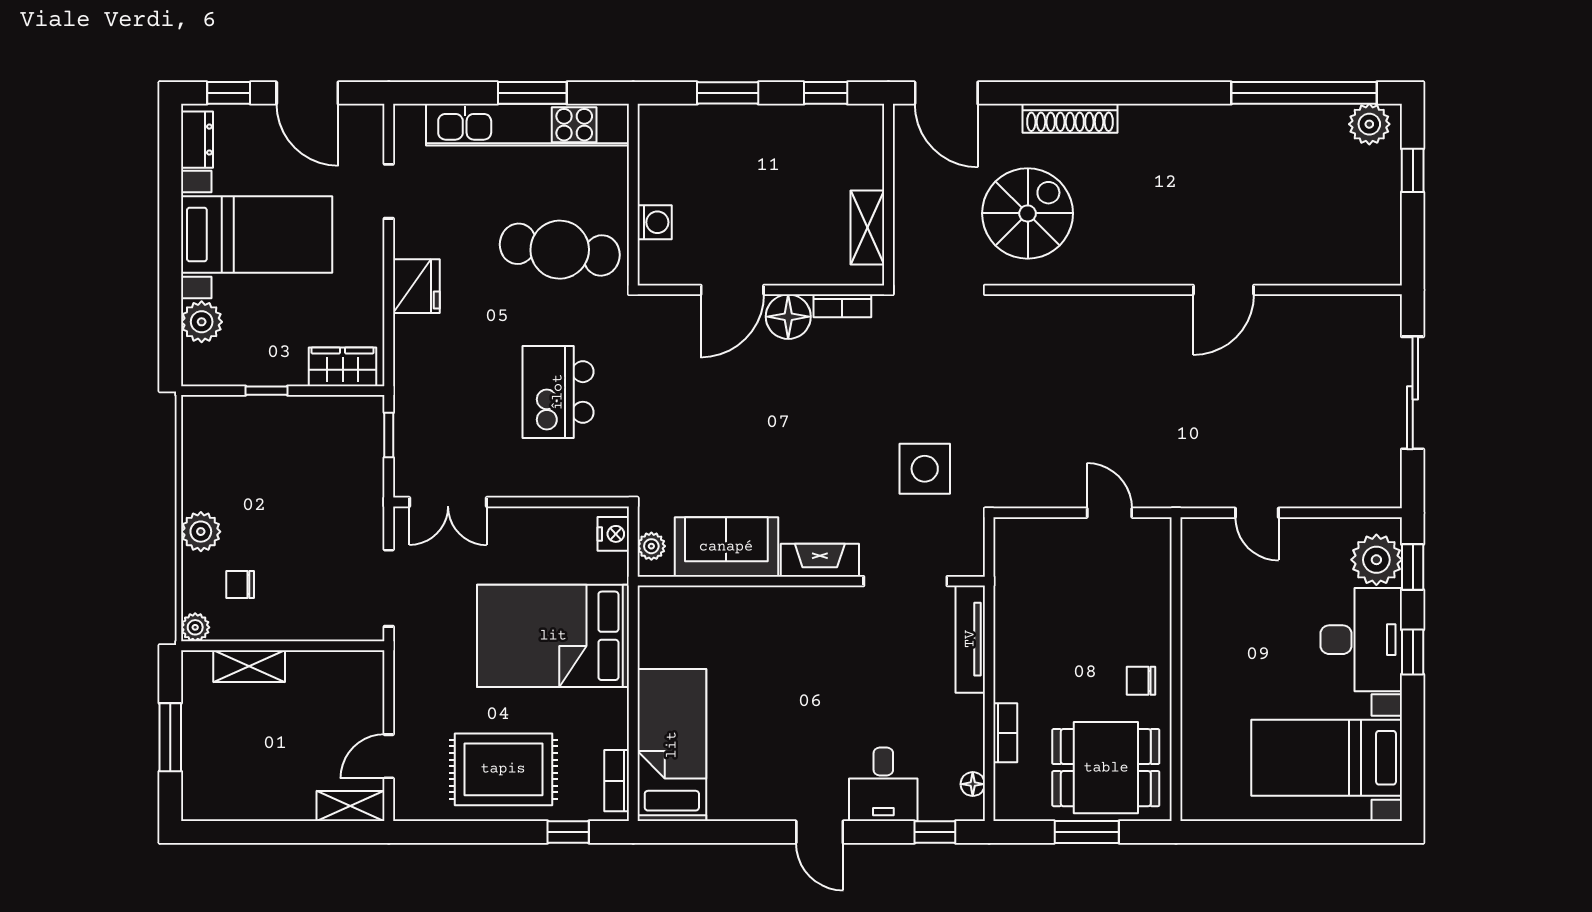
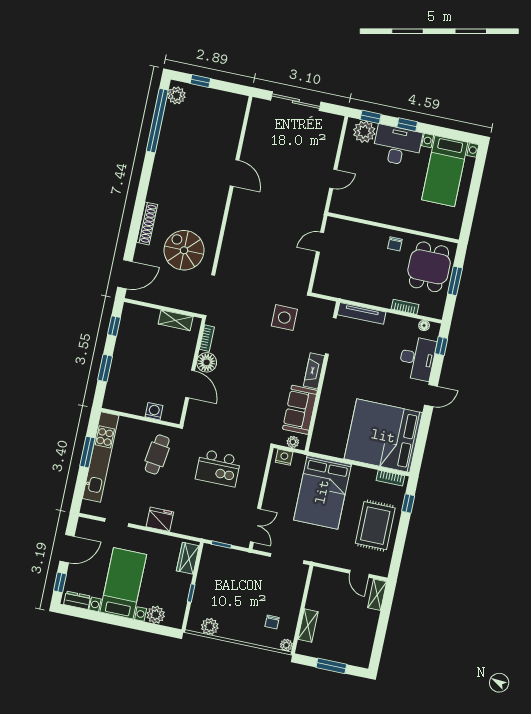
cafe table: (560, 250) -> (157, 454), width x0.73, depth x0.74
plant: (201, 532) -> (210, 627), moved
bed: (672, 745) -> (383, 436), width x2.04
desk: (883, 784) -> (417, 358), width x1.37

